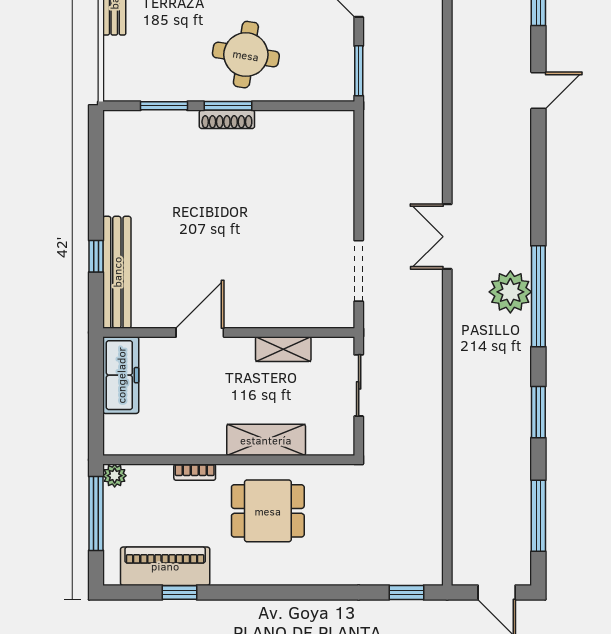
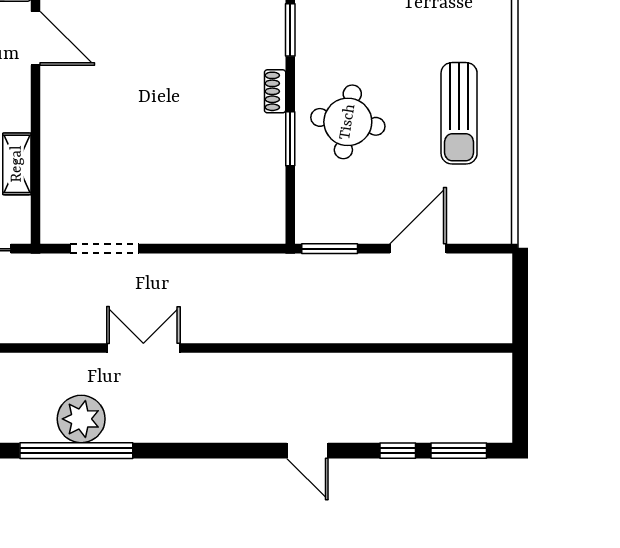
window: (228, 106) -> (290, 139), moved
shoe rack: (227, 119) -> (275, 91), width x0.70
door: (200, 333) -> (35, 38), moved

